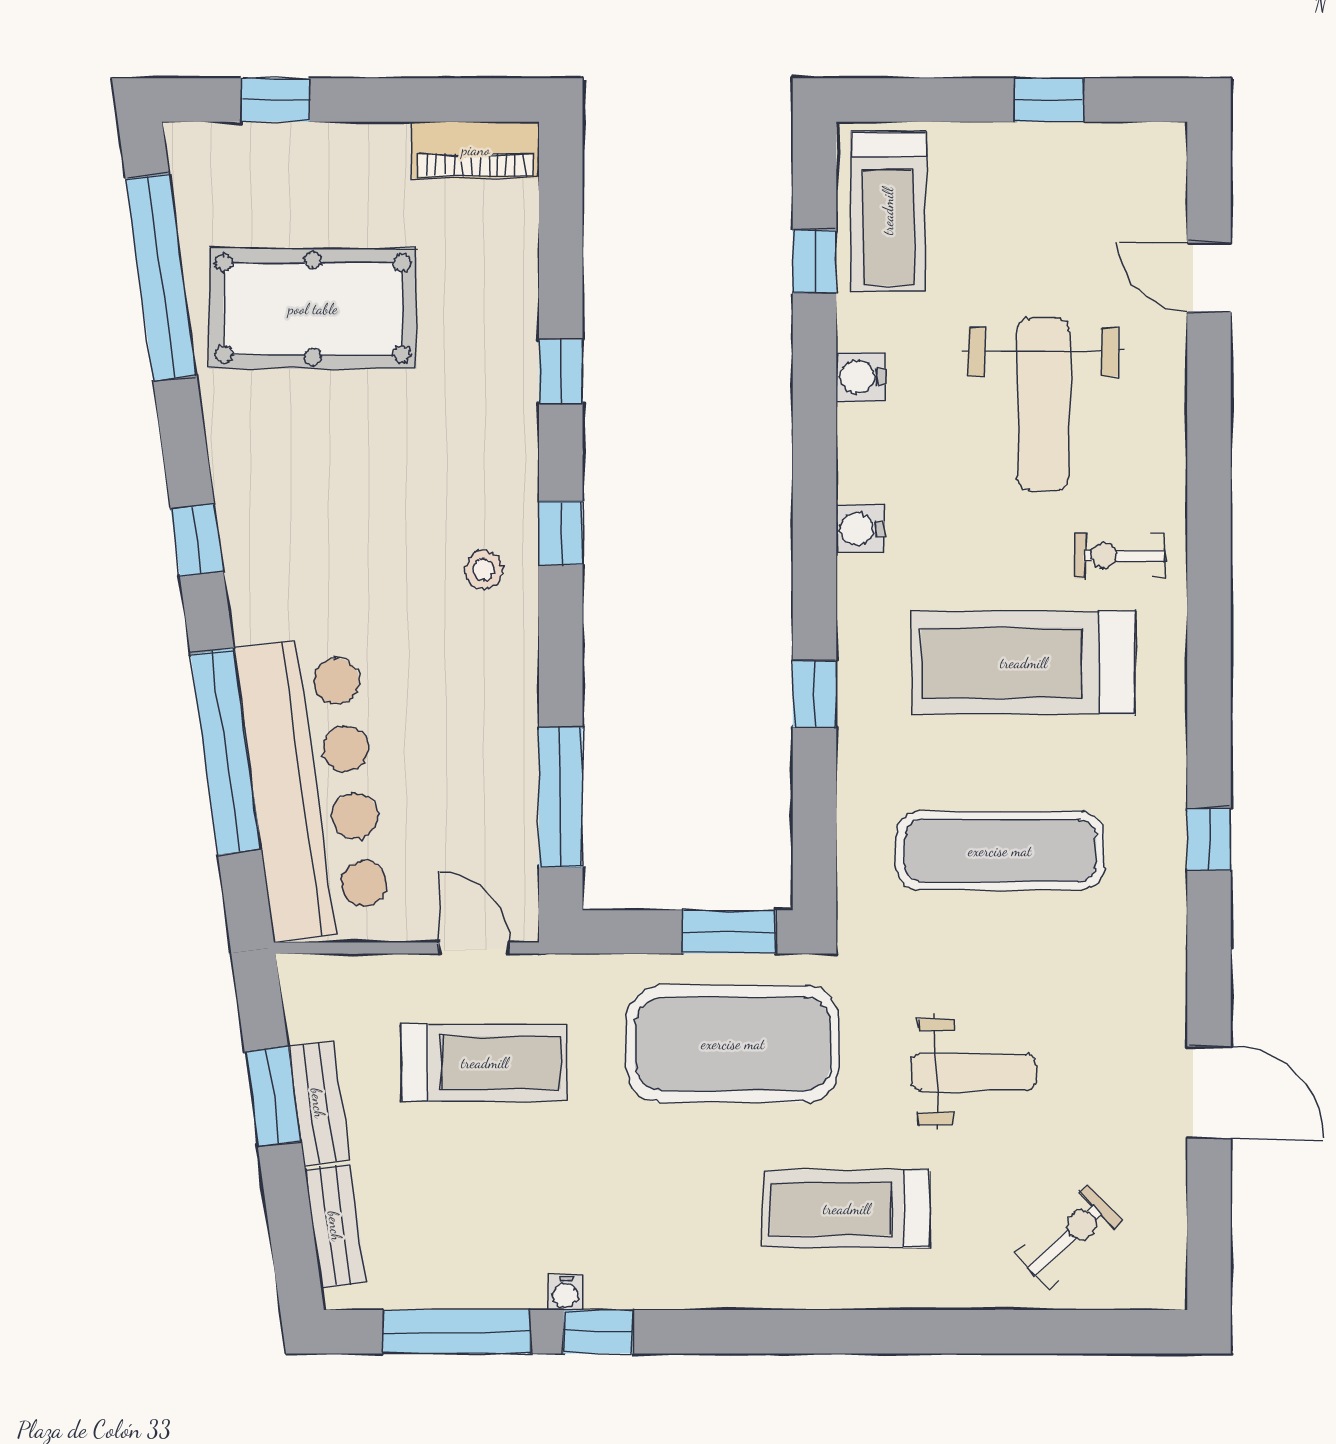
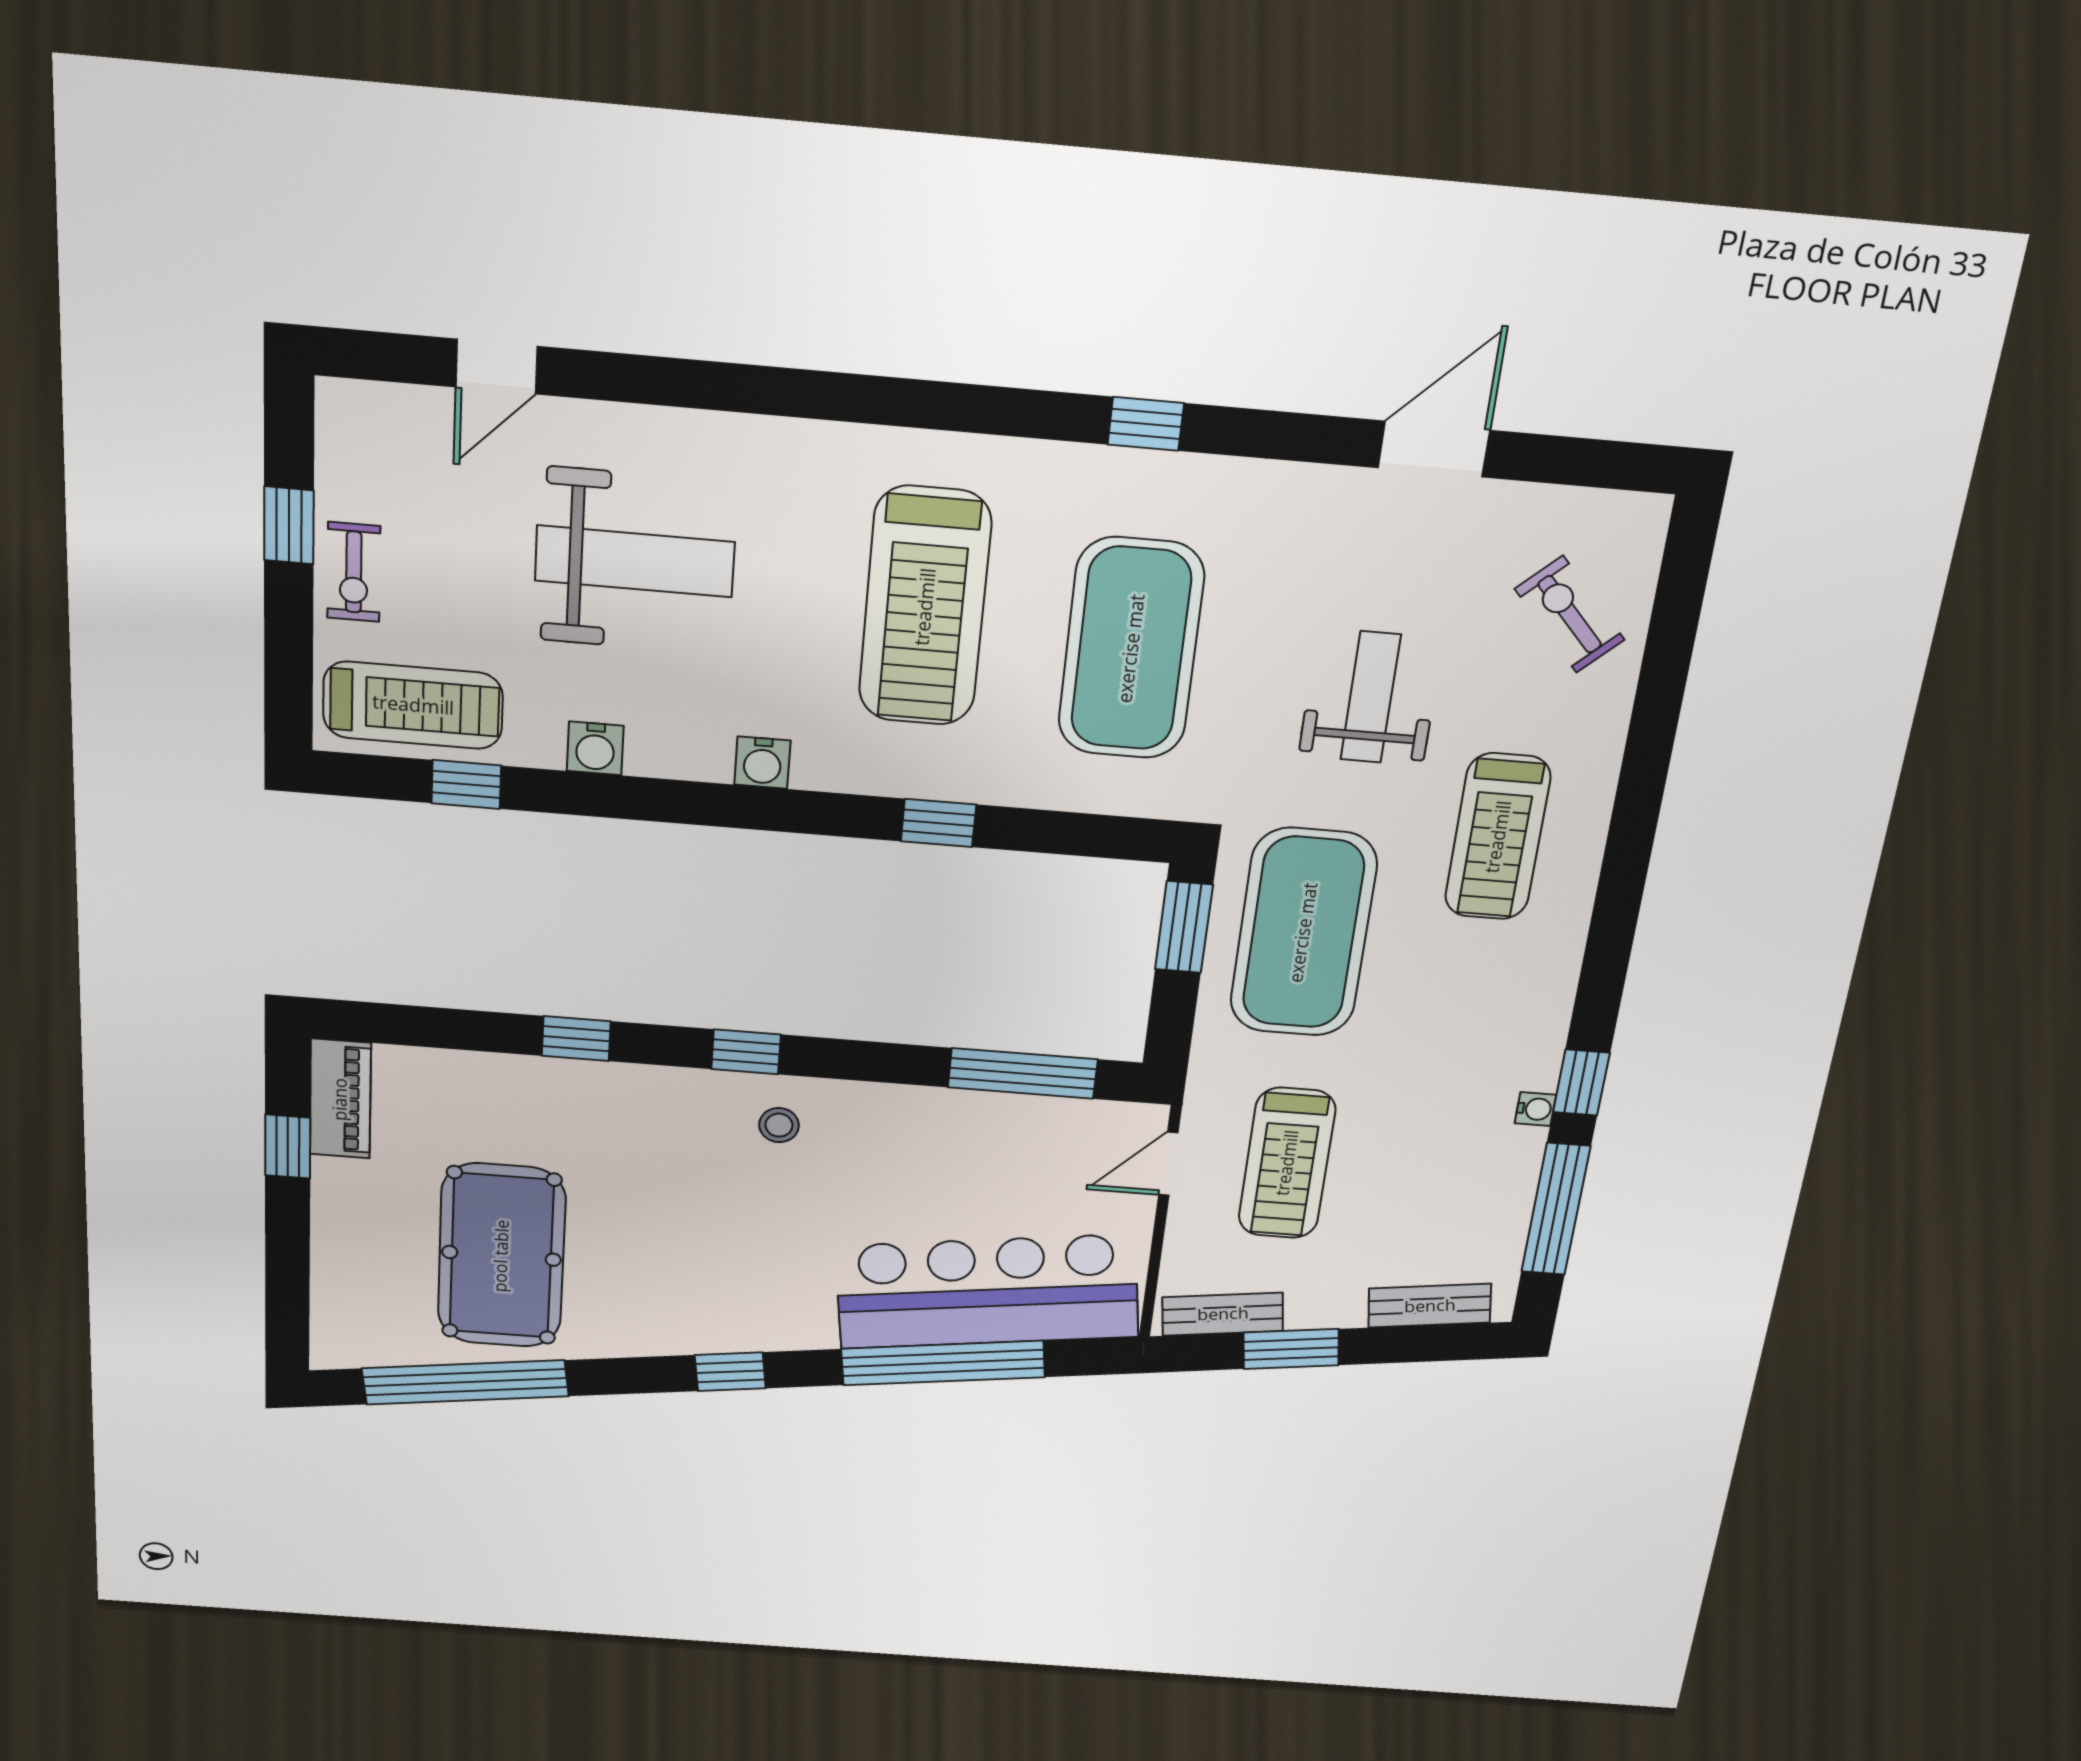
window: (276, 100) -> (288, 1147), moved
exercise bike: (1120, 556) -> (354, 572), moved
exercise mat: (1000, 851) -> (1131, 649), width x1.47
treadmill: (485, 1063) -> (1287, 1163), turned 180
bench: (318, 1103) -> (1223, 1314), moved

